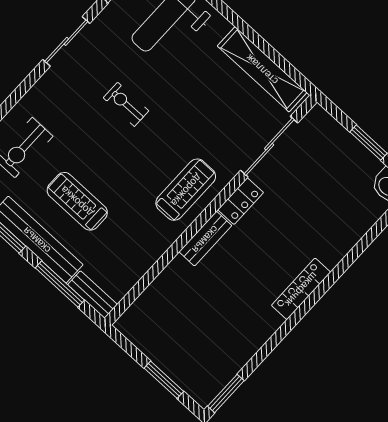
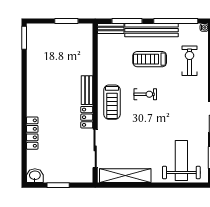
exercise bike: (126, 104) -> (145, 94), moved
treadmill: (77, 201) -> (150, 59), turned 180
locker: (301, 289) -> (32, 133), moved
window: (164, 380) -> (66, 21), moved

